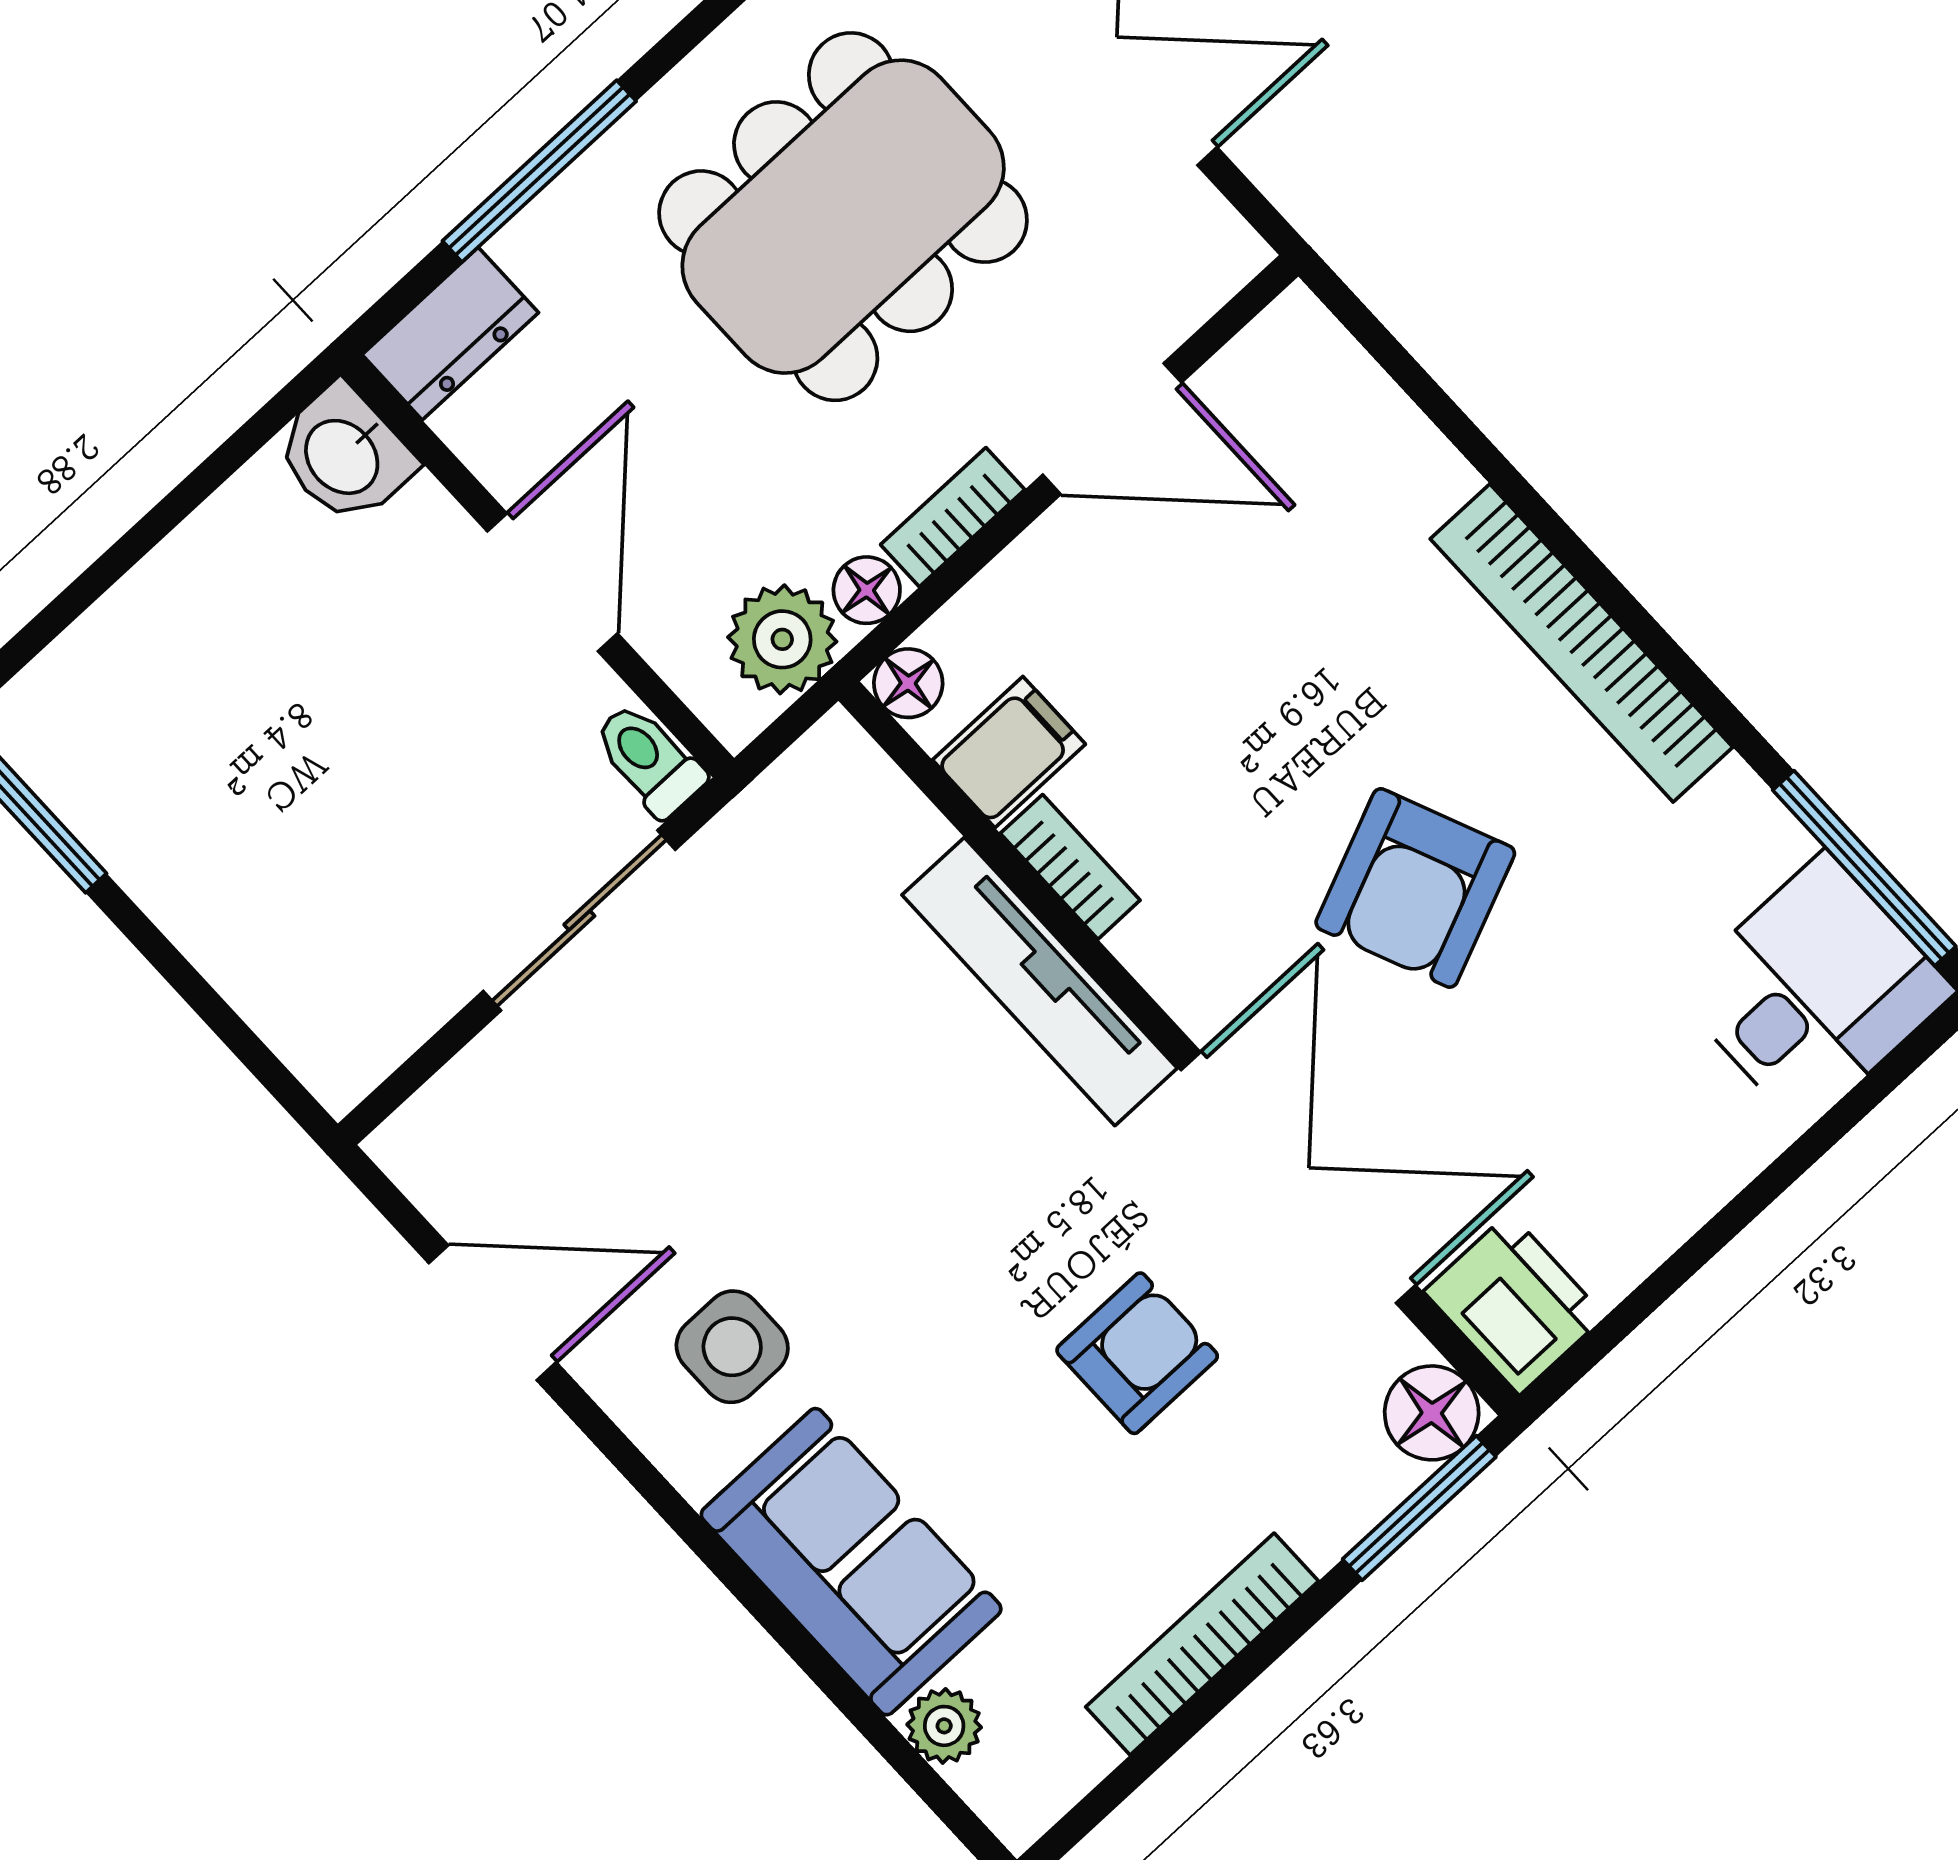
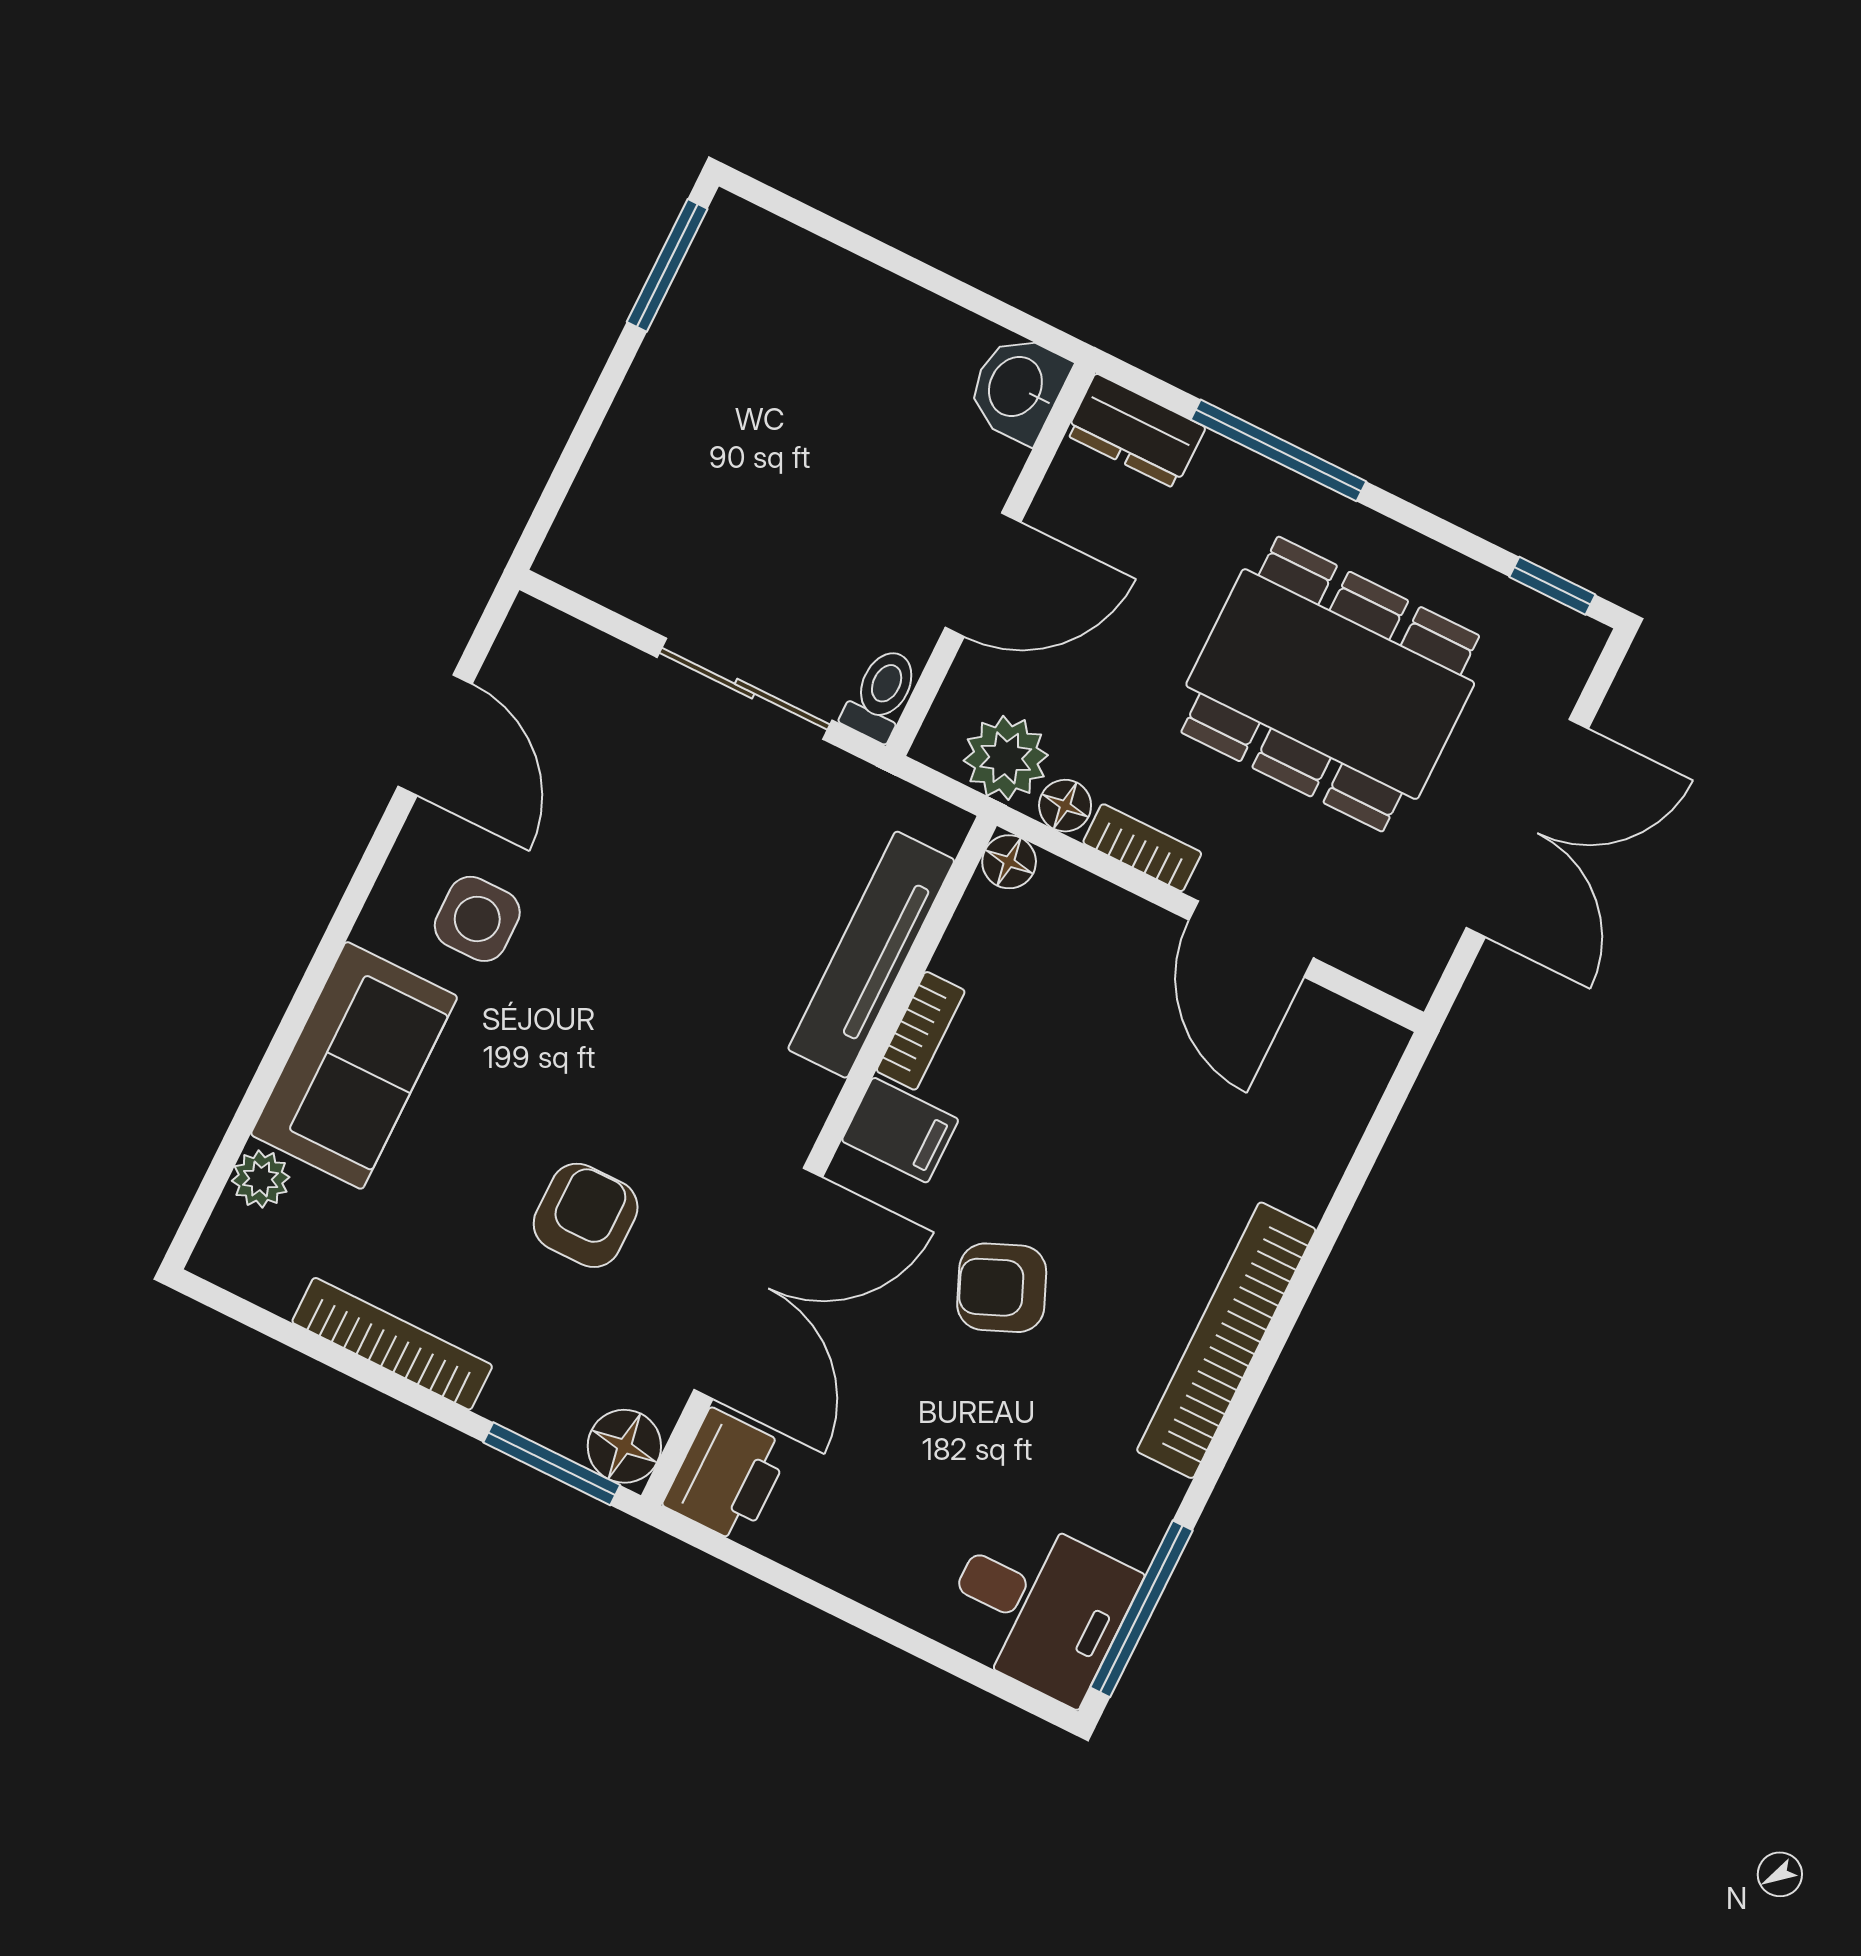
filing cabinet: (1009, 752) -> (900, 1130), moved
armchair: (1415, 888) -> (1002, 1288), width x0.72, depth x0.72
tv unit: (1040, 982) -> (871, 955), moved
armchair: (1137, 1353) -> (586, 1215), turned -90

